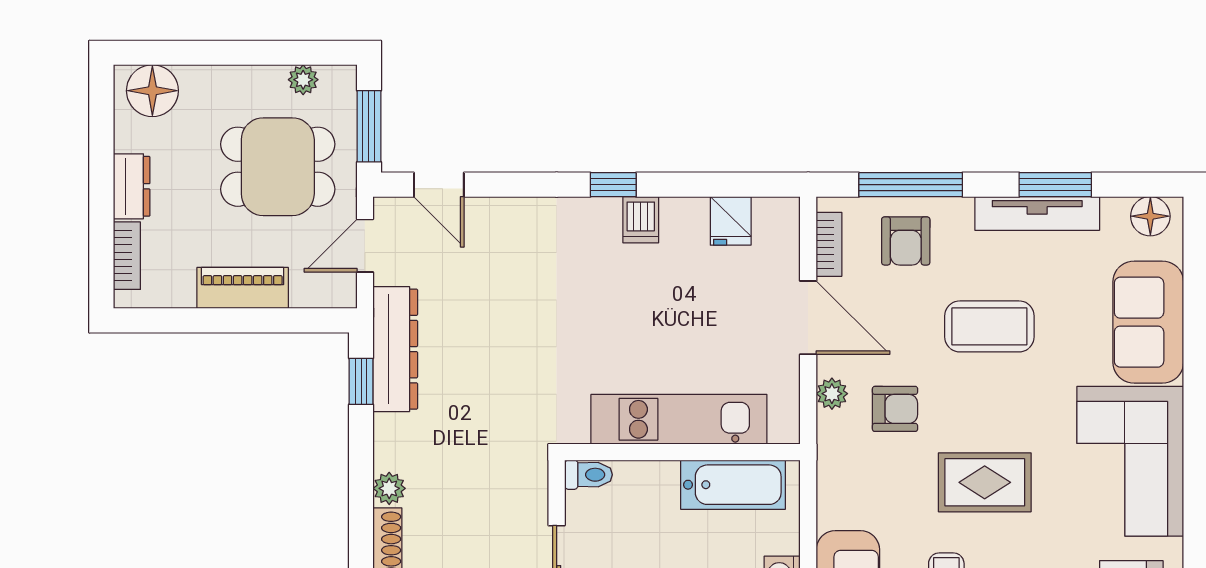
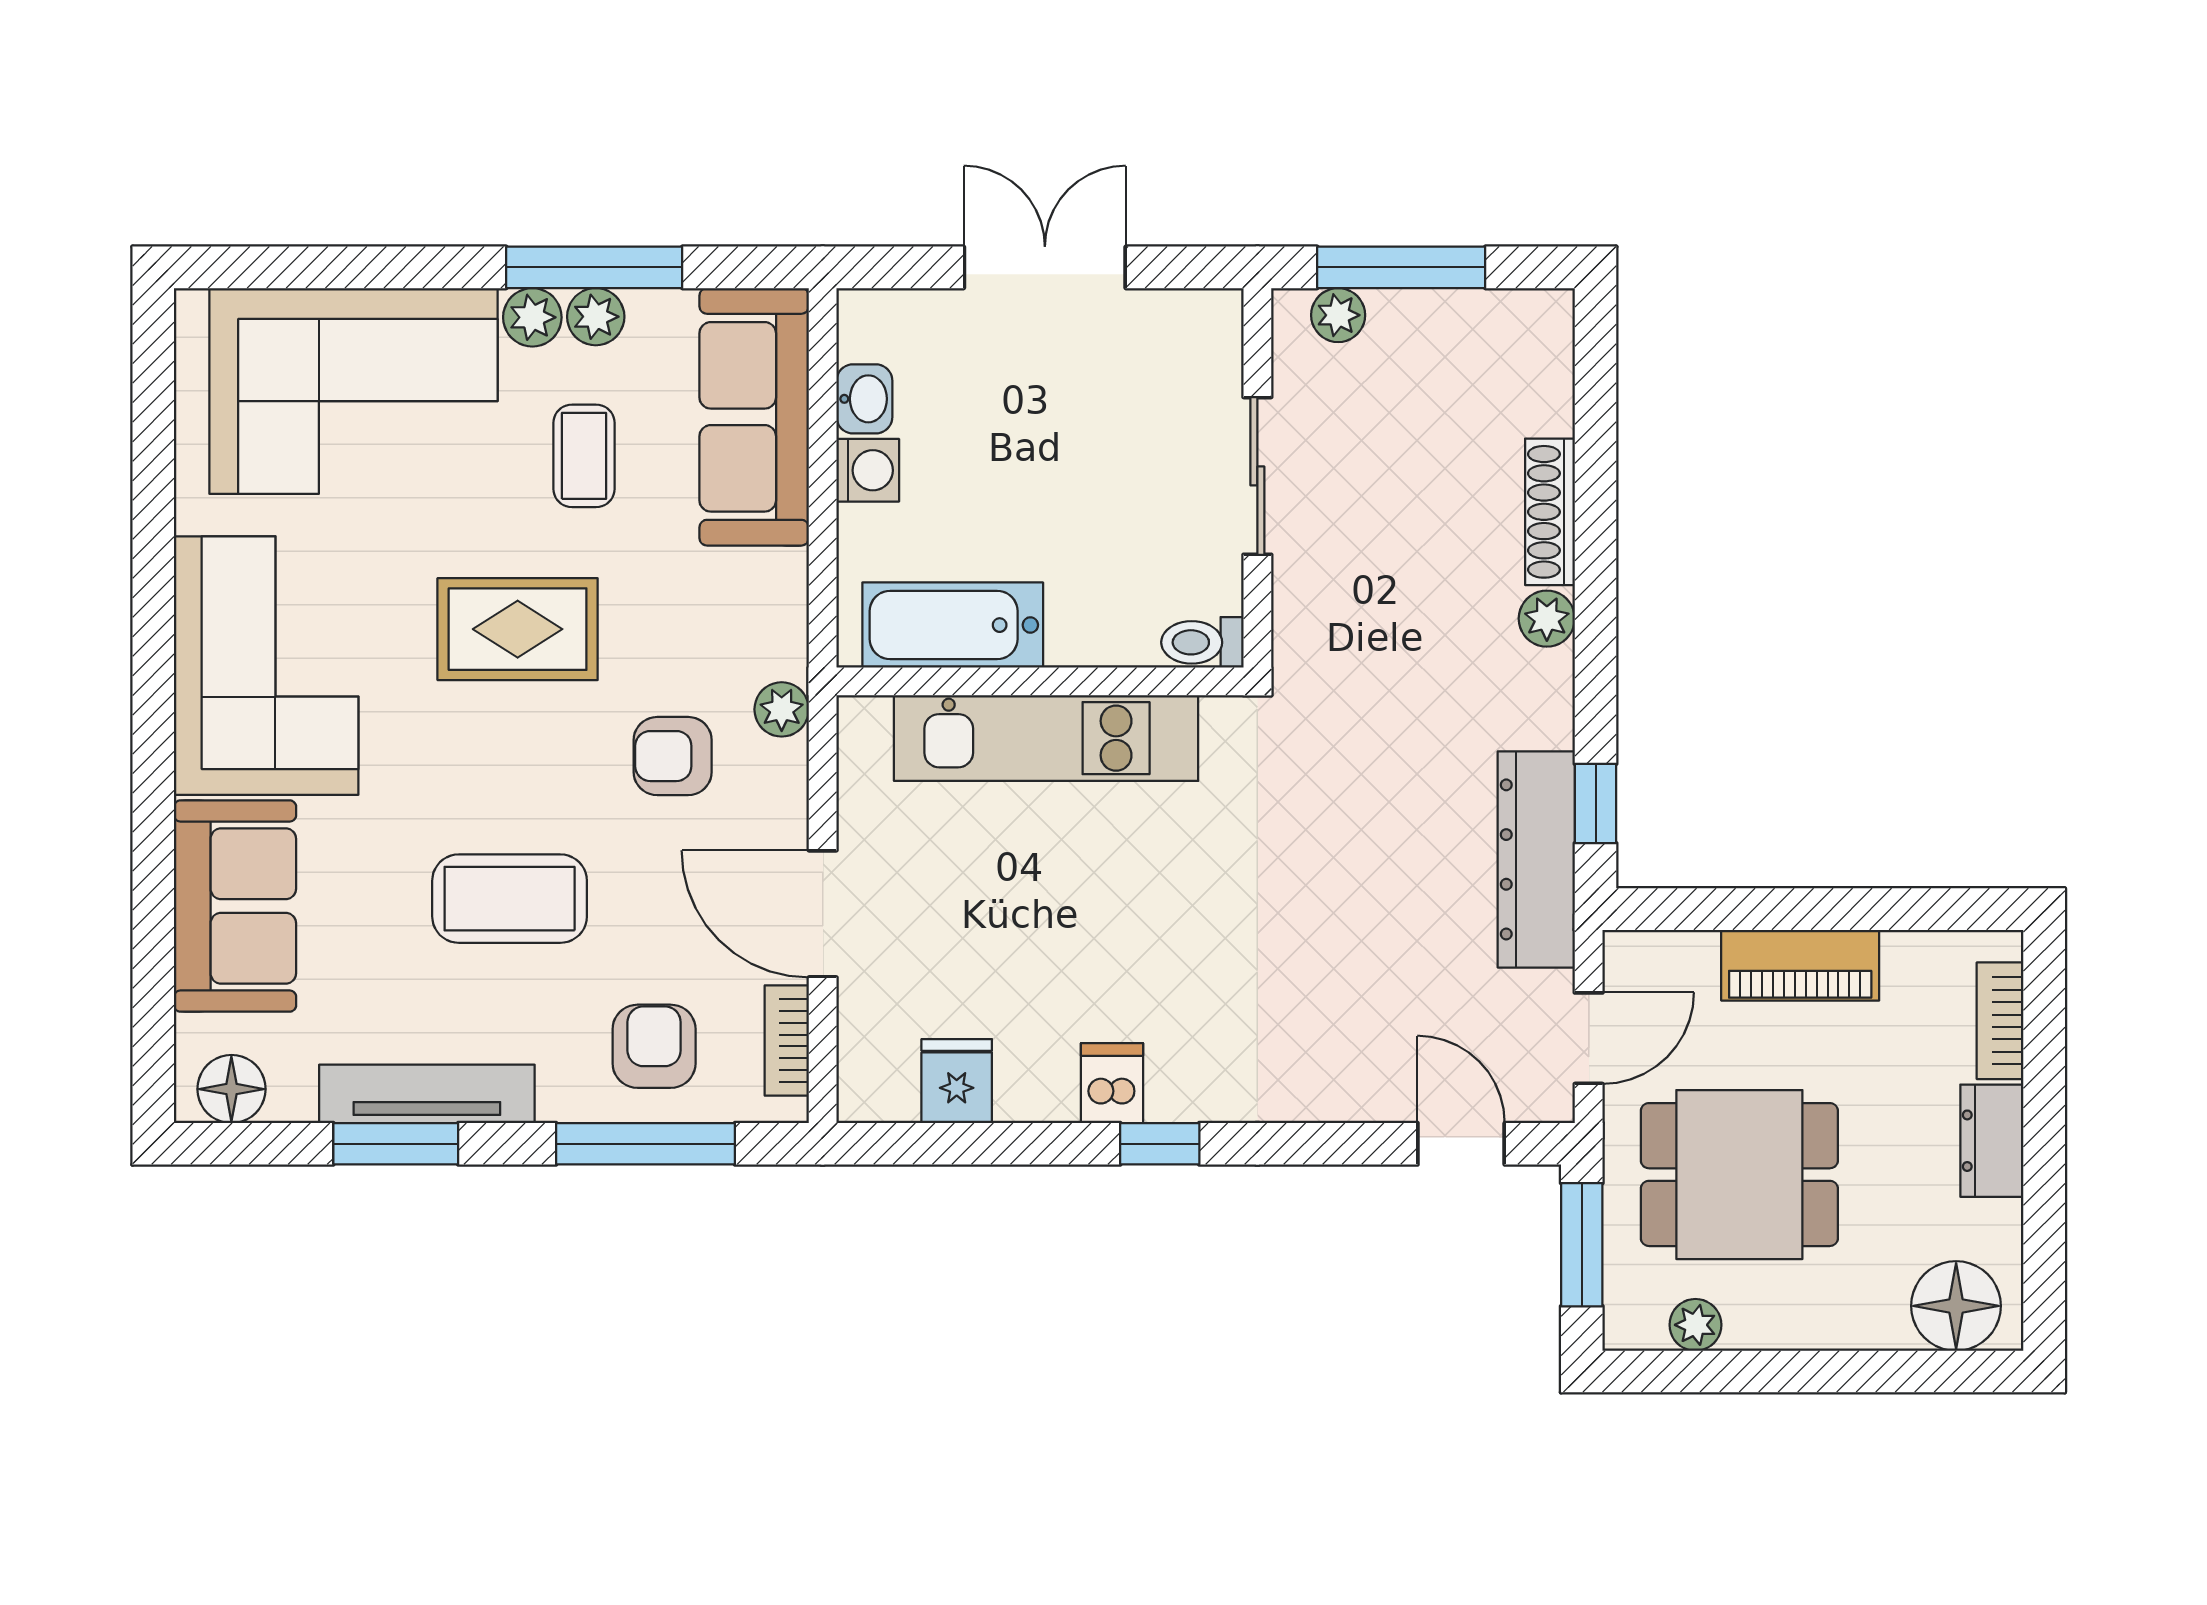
plant: (832, 394) -> (782, 709), moved

